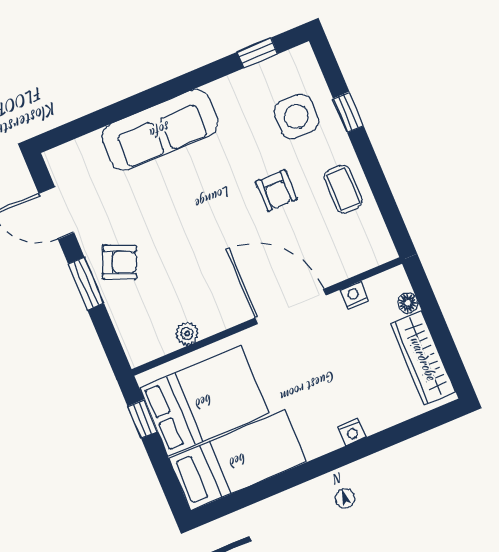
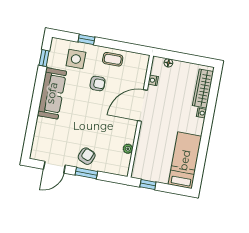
sofa: (160, 130) -> (52, 93), moved
wardrobe: (423, 358) -> (203, 89), moved, turned 90
bed: (204, 401) -> (156, 158), removed

